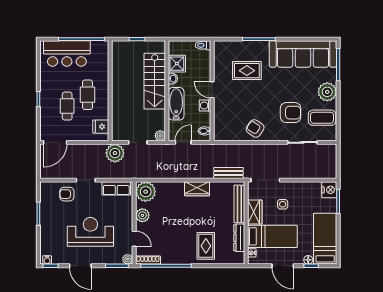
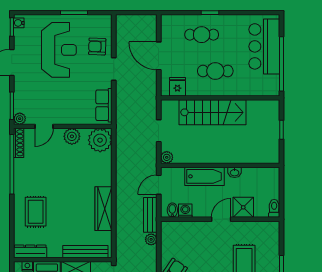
shower: (177, 64) -> (243, 207), moved
stairs: (155, 81) -> (213, 112), moved, turned 180
washing machine: (205, 105) -> (185, 211), moved
cafe table: (67, 106) -> (202, 35), moved
door: (55, 142) -> (159, 56), moved
door: (183, 142) -> (159, 185), swing flipped
plant: (115, 153) -> (151, 239), moved, width x0.53, depth x0.53
bench: (229, 173) -> (150, 215), moved
wardrobe: (197, 189) -> (103, 209), width x1.50
armchair: (67, 194) -> (97, 47), turned -88
reception desk: (90, 232) -> (59, 50), moved
dresser: (239, 238) -> (30, 251), moved
rug: (206, 246) -> (36, 212), turned 90

